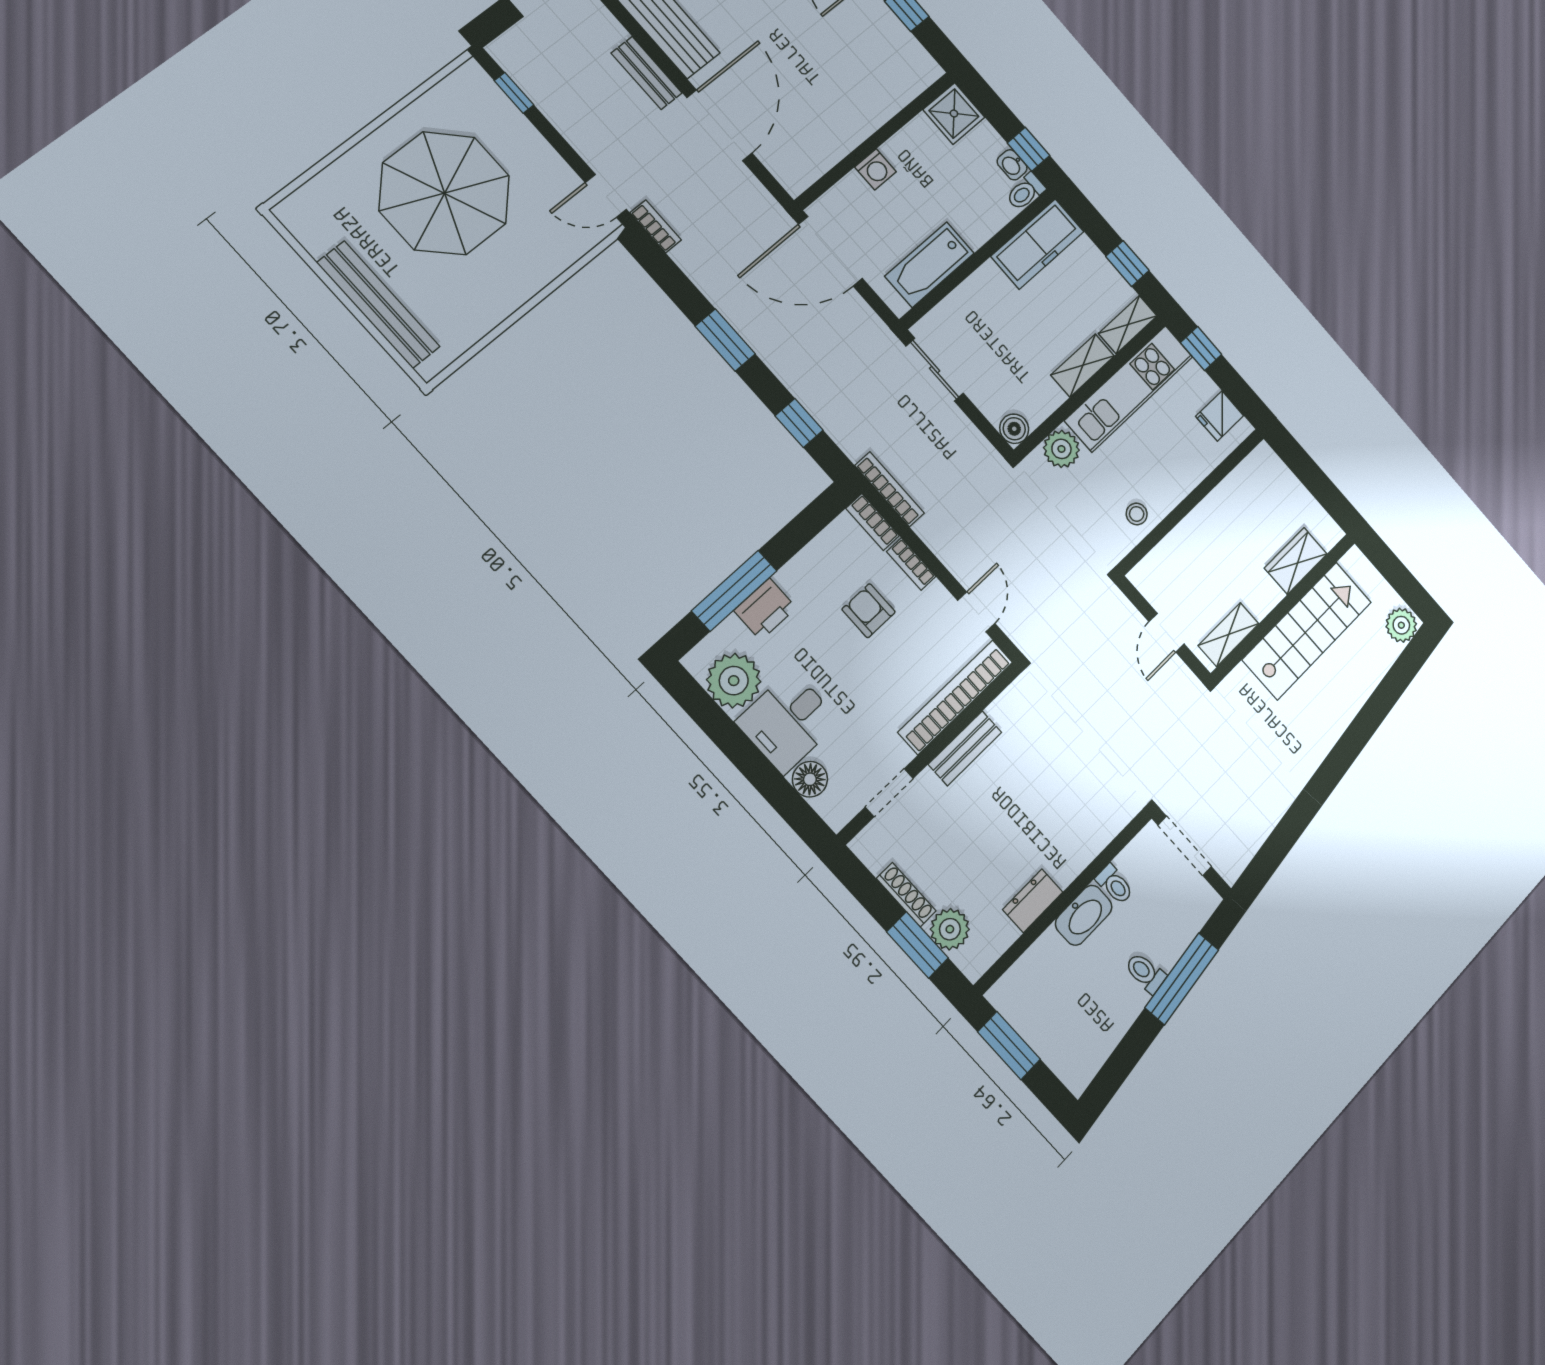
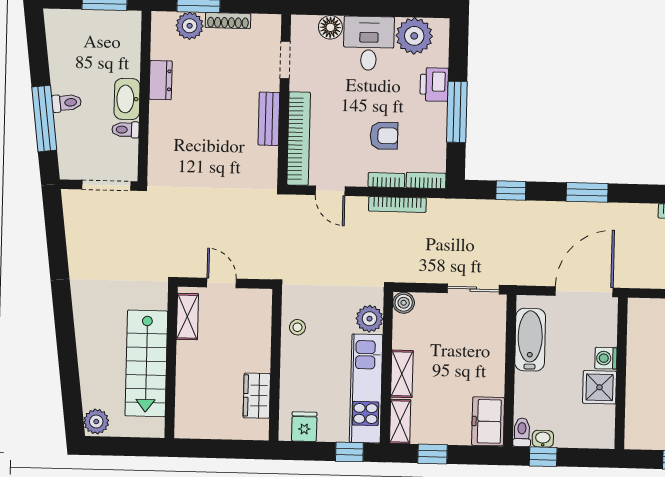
shower: (954, 114) -> (600, 387), moved
freezer: (1037, 244) -> (488, 421), width x0.71
bookcase: (890, 489) -> (397, 205), moved
wardrobe: (1296, 561) -> (257, 396), moved, turned 180
window: (734, 591) -> (457, 112), moved

